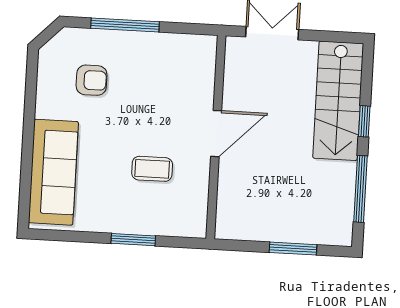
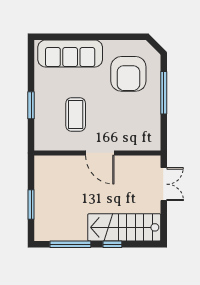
armchair: (91, 80) -> (128, 74), width x1.88, depth x1.88
coffee table: (152, 169) -> (76, 114), width x1.36, depth x1.30

